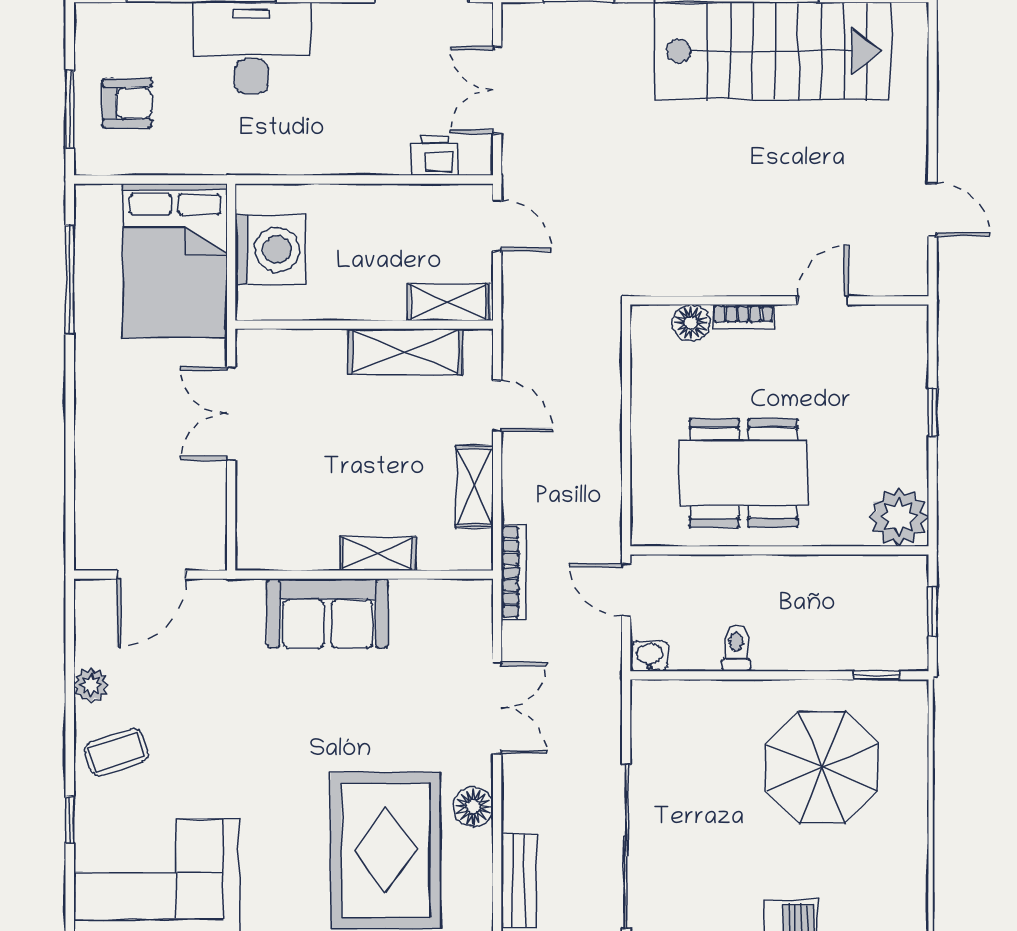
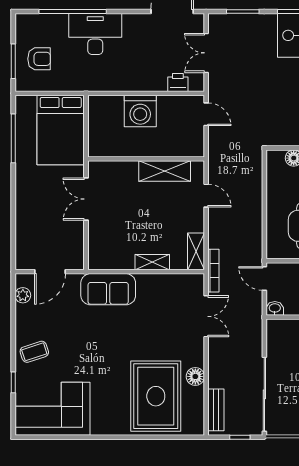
washing machine: (270, 250) -> (140, 111), moved, turned 90
shelving: (448, 302) -> (184, 149), removed
shelving: (475, 487) -> (196, 251), moved
sofa: (328, 613) -> (108, 289), moved
plant: (91, 685) -> (23, 295), moved
double door: (497, 708) -> (206, 316), moved

